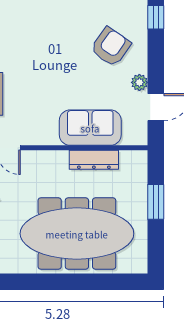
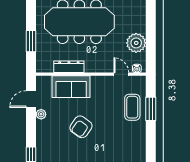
armchair: (111, 47) -> (81, 127), moved

